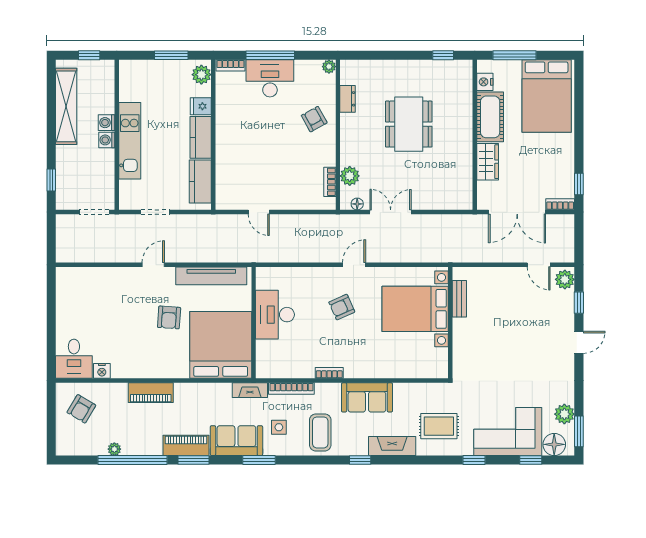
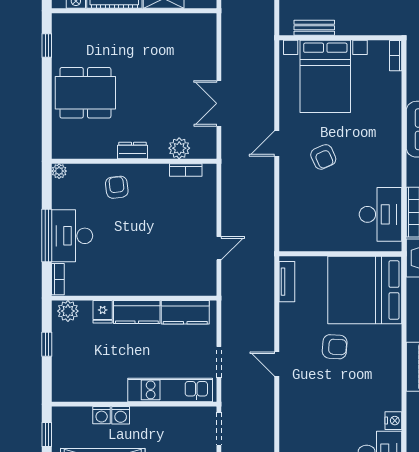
window: (171, 55) -> (47, 344), width x0.67
dresser: (348, 99) -> (133, 151), moved
armchair: (314, 119) -> (117, 187), turned 112
dining table: (409, 124) -> (85, 93), moved
washing machine: (107, 140) -> (102, 415), moved
kitchen unit: (130, 141) -> (170, 390), moved
floor lamp: (357, 204) -> (210, 140), removed
door: (354, 265) -> (277, 143), hinge flipped
tv unit: (211, 276) -> (287, 282), width x0.52, depth x0.78
desk: (275, 315) -> (381, 214), moved, turned -90
bookcase: (329, 373) -> (396, 56), moved

